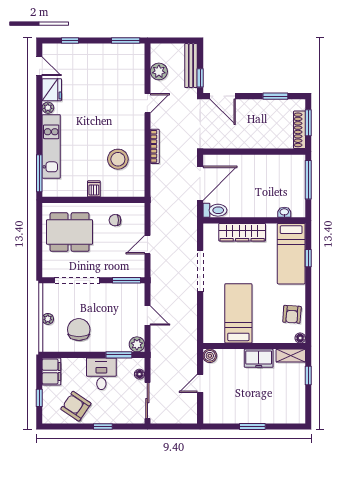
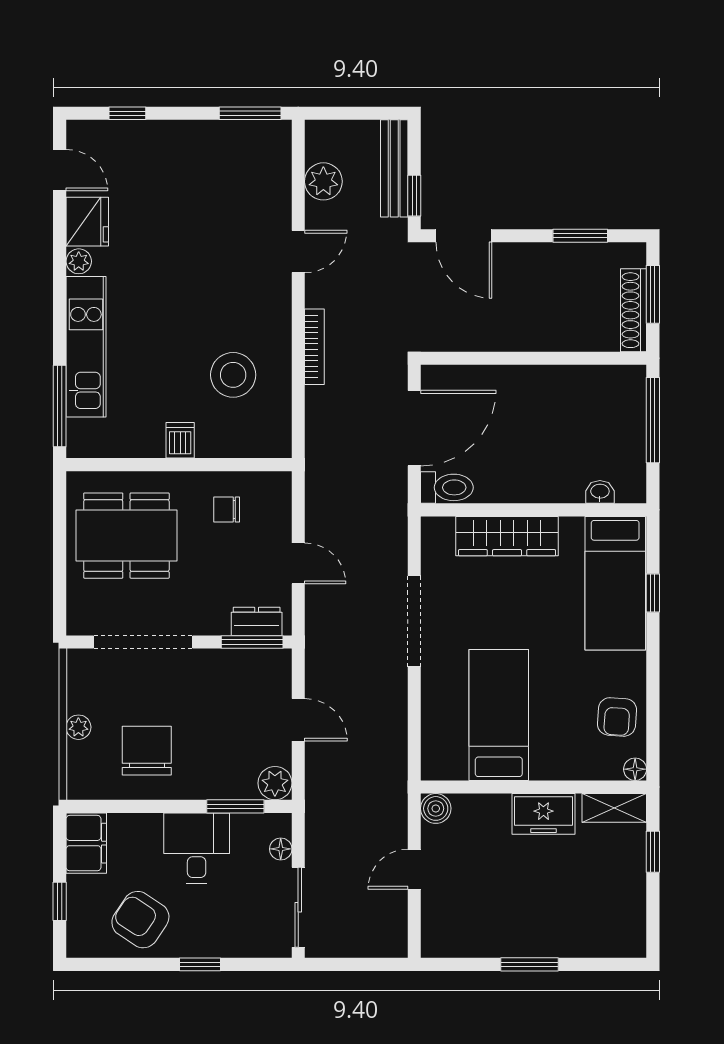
door: (147, 245) -> (298, 563), swing flipped
dresser: (129, 271) -> (257, 621), added

